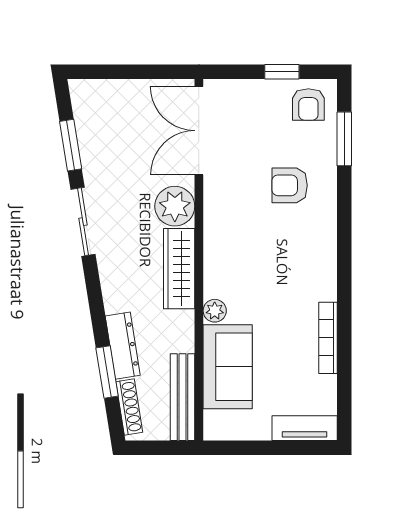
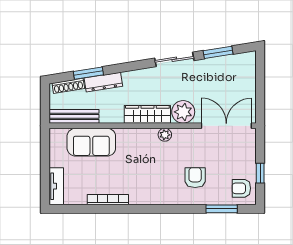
plant: (215, 311) -> (165, 135), moved

